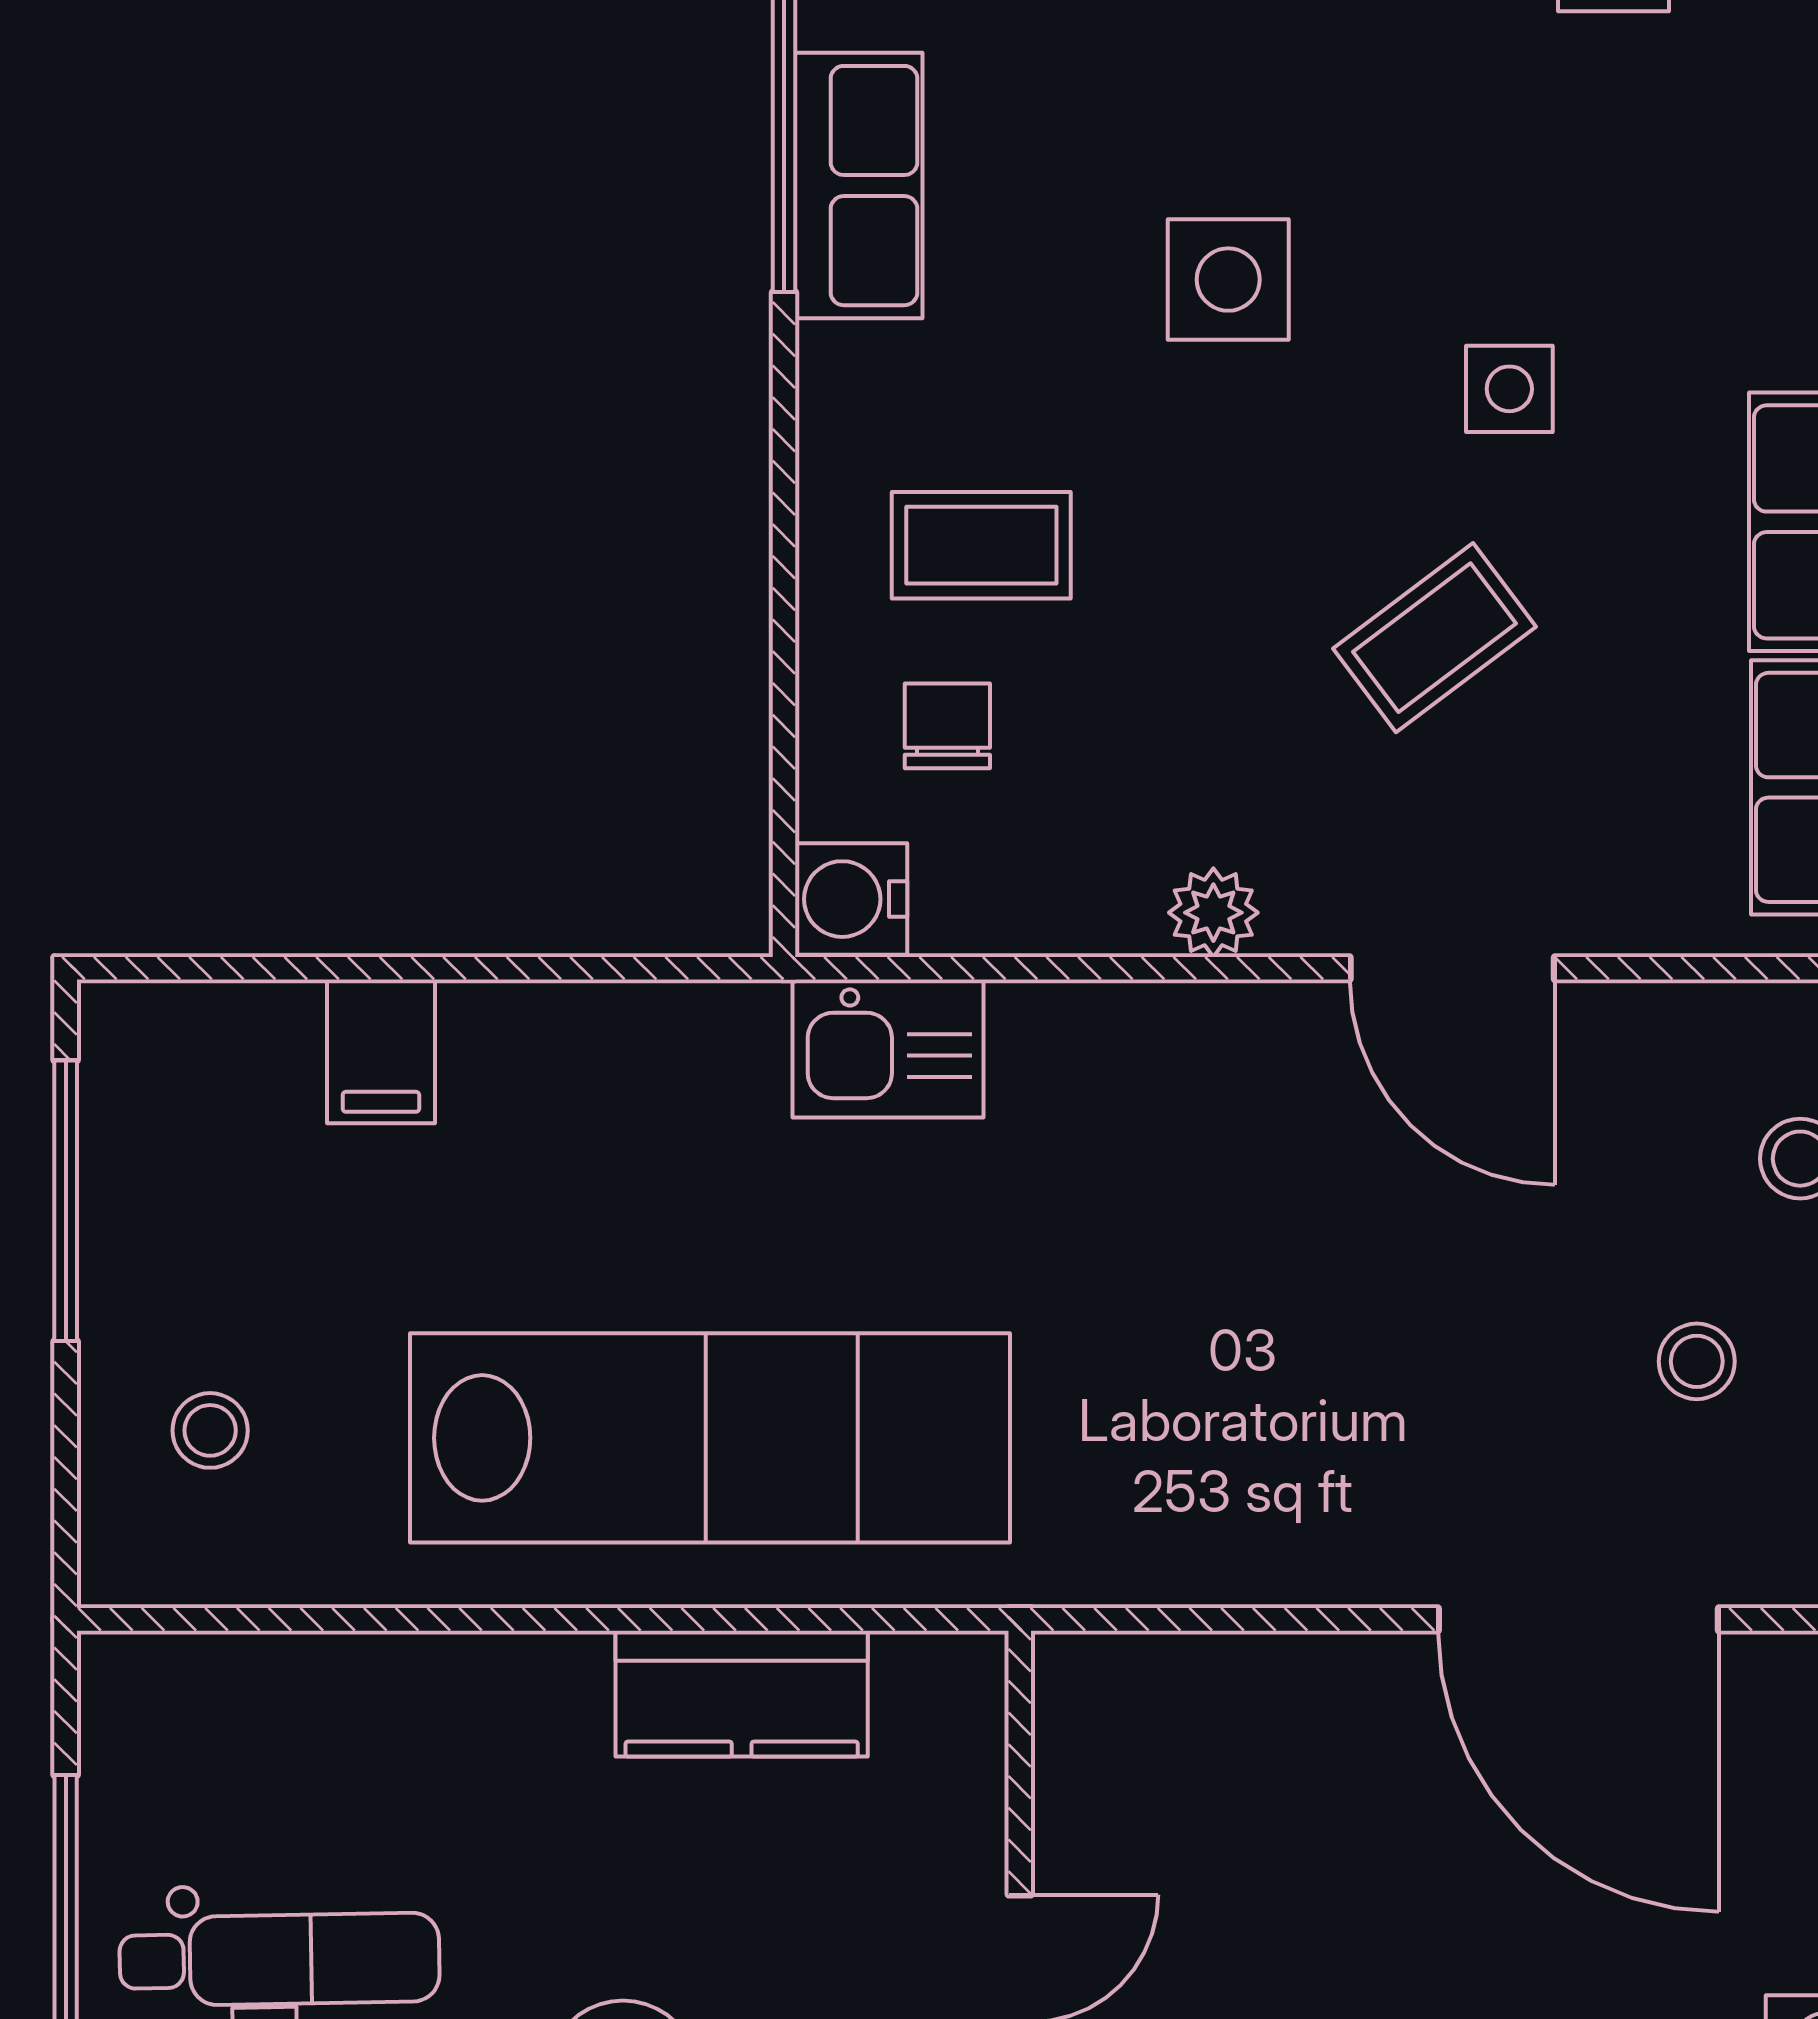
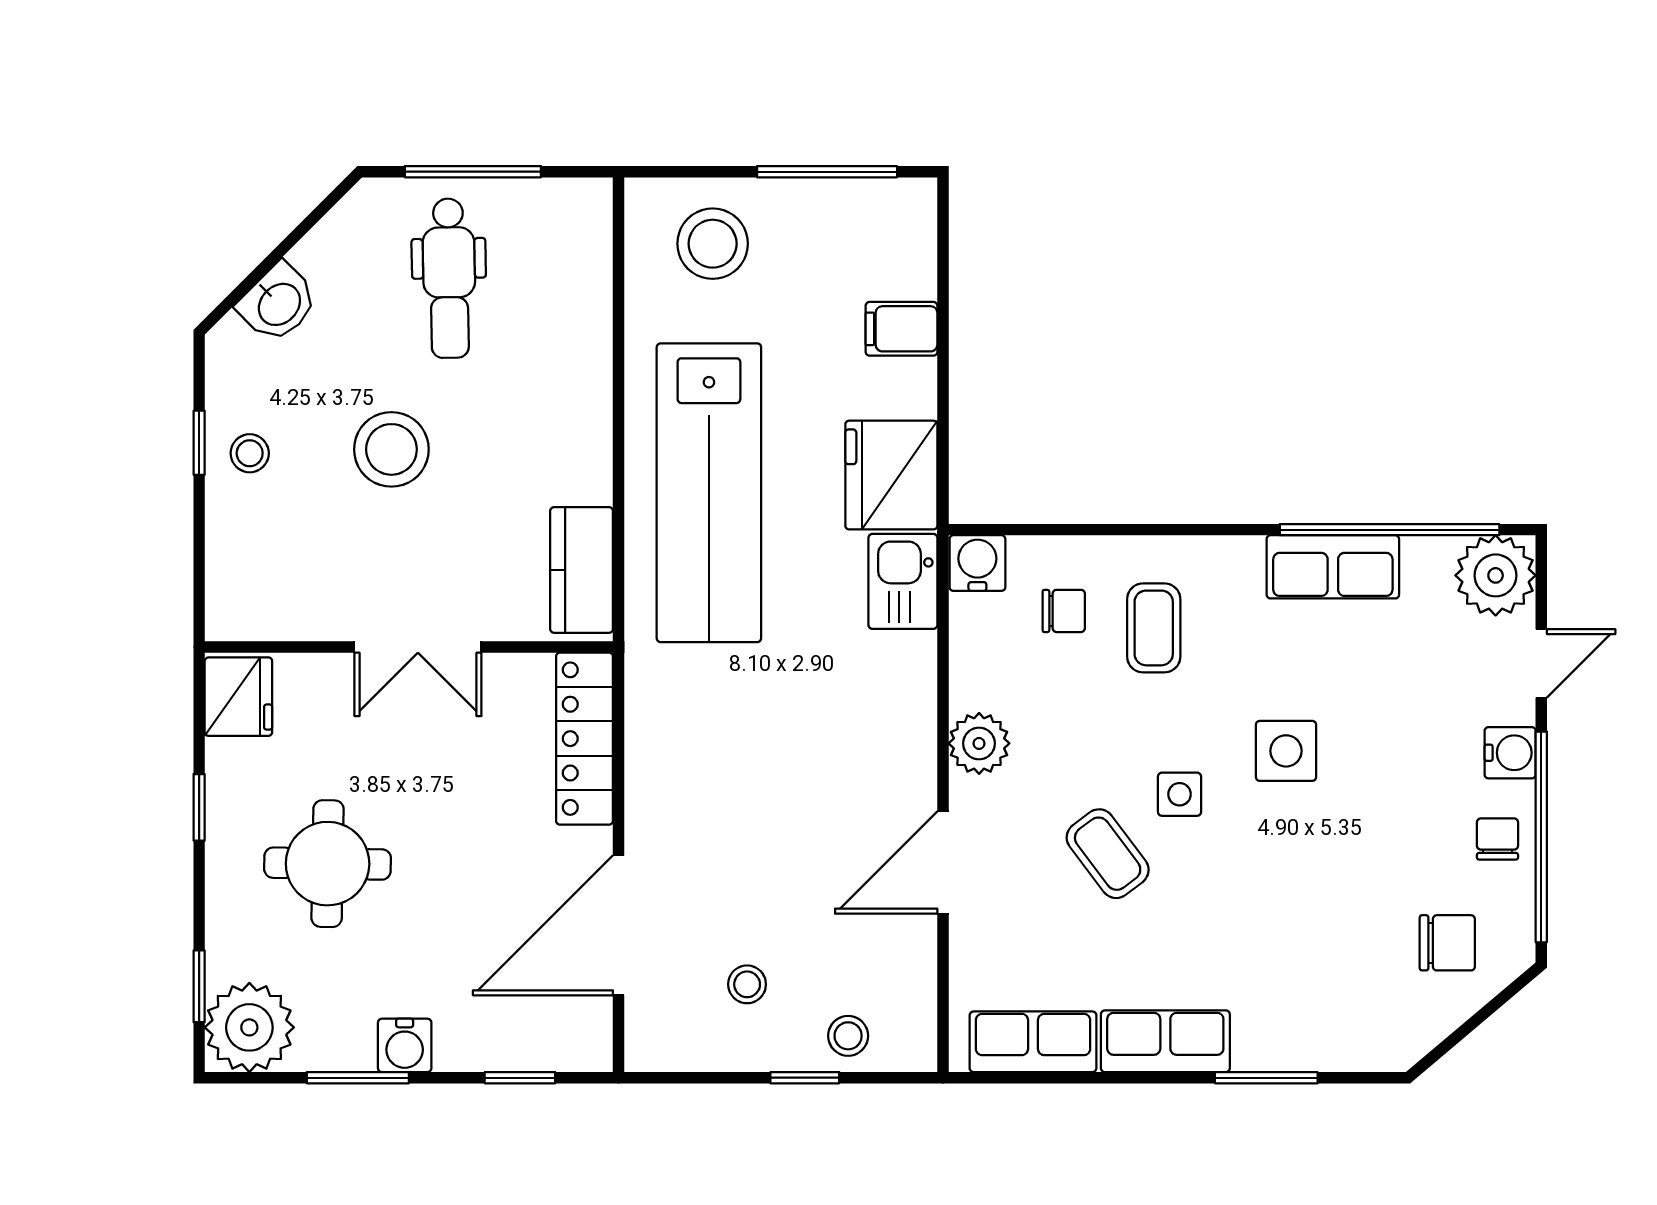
side table: (1509, 389) -> (1180, 794), moved
plant: (1213, 913) -> (979, 743), width x1.38, depth x1.38
fridge: (675, 1072) -> (891, 475), added
stool: (210, 1430) -> (713, 244), width x1.89, depth x1.89
locker: (1204, 1688) -> (584, 739), added
kitchen counter: (742, 1694) -> (582, 570), moved

